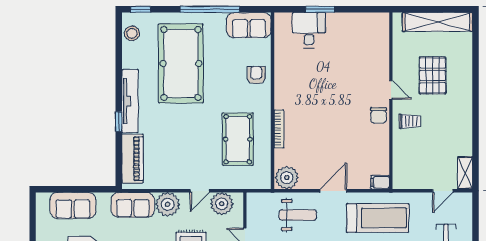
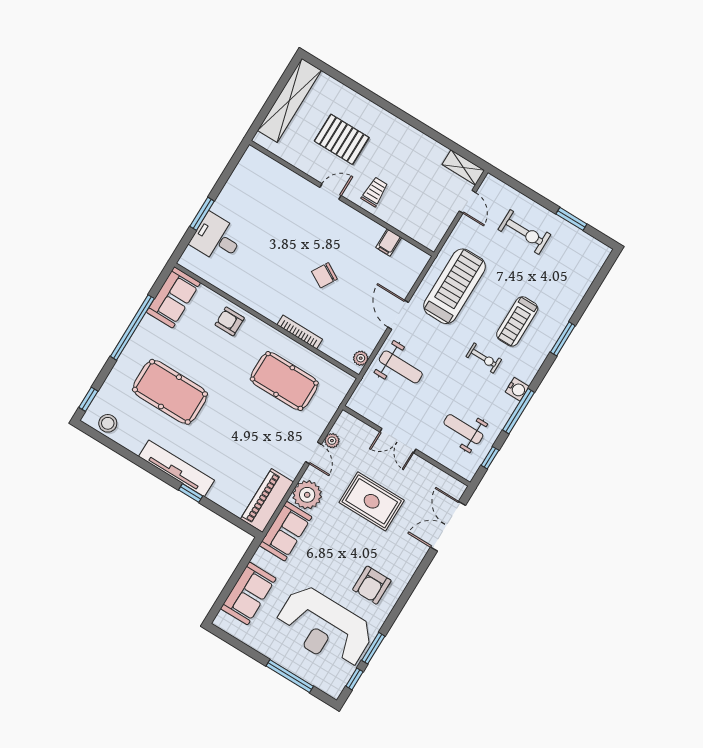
pool table: (181, 63) -> (170, 392), width x0.73, depth x0.76
chair: (378, 115) -> (324, 275), moved, turned 120
piano: (132, 159) -> (267, 500), moved, turned -90
plant: (287, 178) -> (361, 358), width x0.53, depth x0.53
filing cabinet: (380, 182) -> (389, 242), moved
plant: (222, 204) -> (332, 441), width x0.53, depth x0.53
weight bench: (298, 215) -> (401, 367), turned 90

